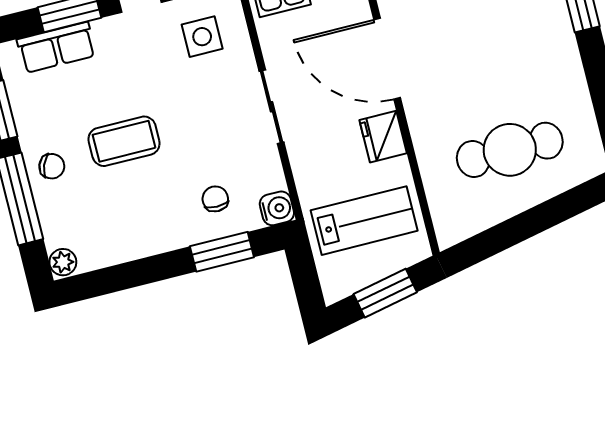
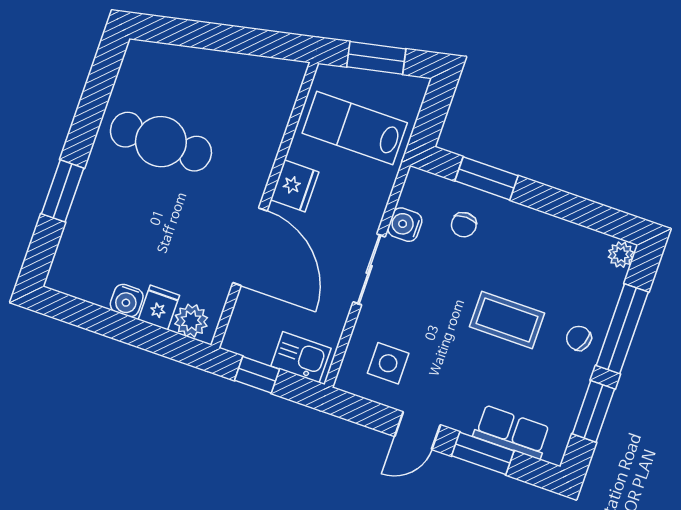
cafe table: (510, 150) -> (161, 142), moved
water cooler: (277, 208) -> (405, 225), moved

